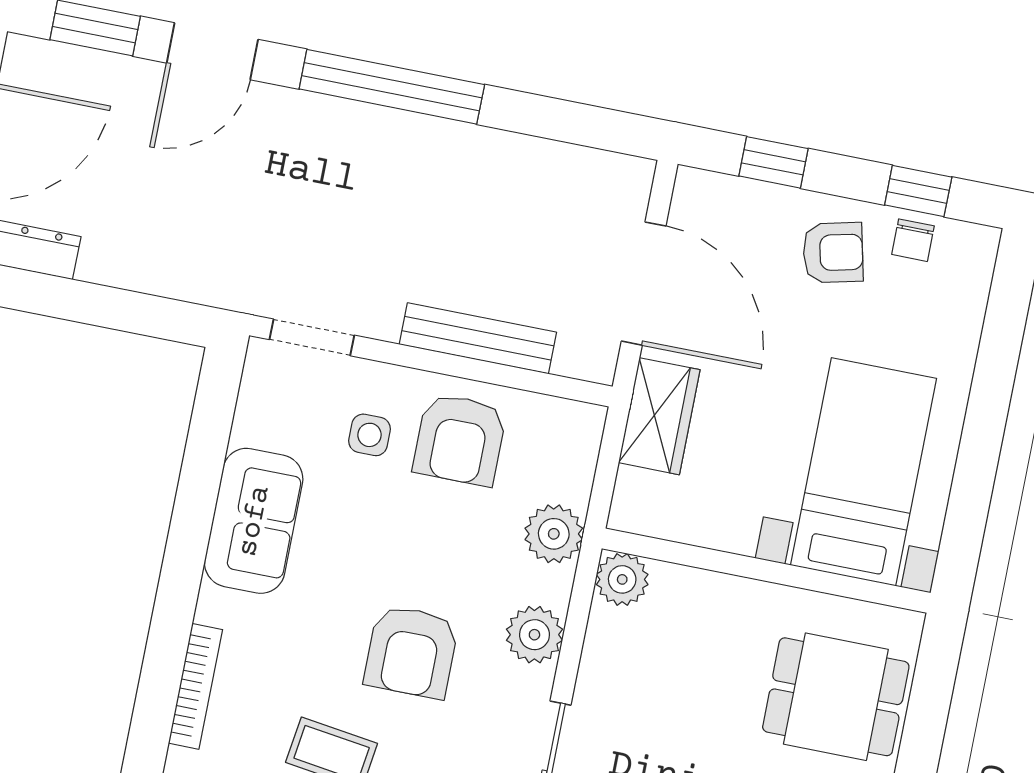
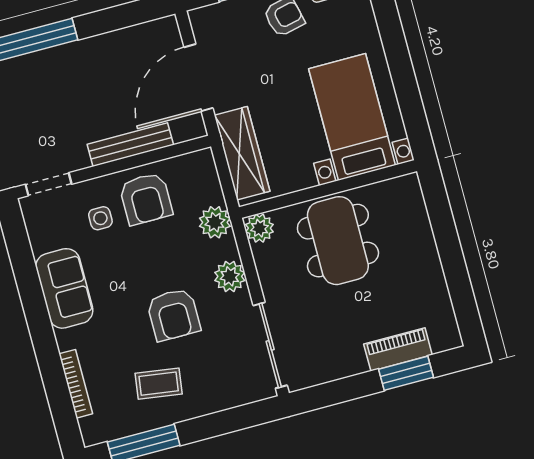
door: (644, 284) -> (198, 78), swing flipped
wardrobe: (659, 416) -> (242, 153), width x1.50
dining table: (836, 697) -> (338, 241), moved, width x1.38

